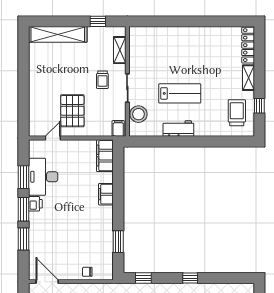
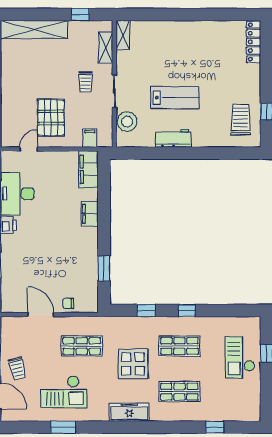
shelving: (248, 78) -> (123, 35), moved
filing cabinet: (118, 128) -> (90, 138), moved
window: (143, 278) -> (146, 311), moved
door: (47, 282) -> (41, 315), moved

